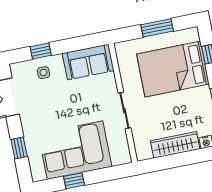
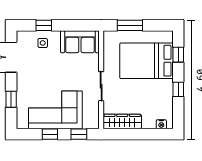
window: (157, 28) -> (130, 25), moved
wardrobe: (175, 145) -> (122, 122), moved
window: (109, 174) -> (79, 134), added

